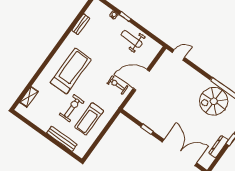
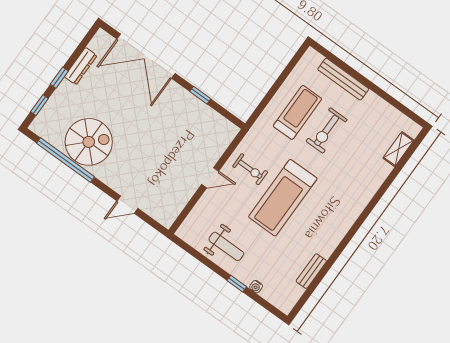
door: (178, 55) -> (127, 205), moved
treadmill: (71, 71) -> (283, 198), moved
door: (141, 80) -> (210, 178), width x0.53

